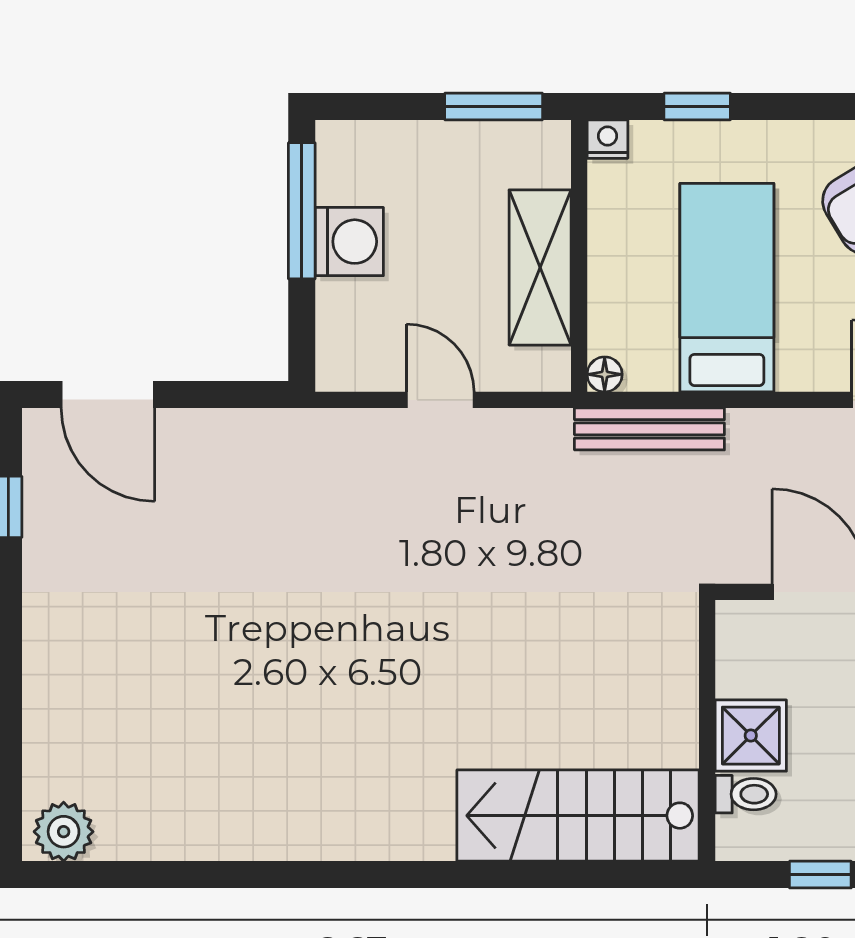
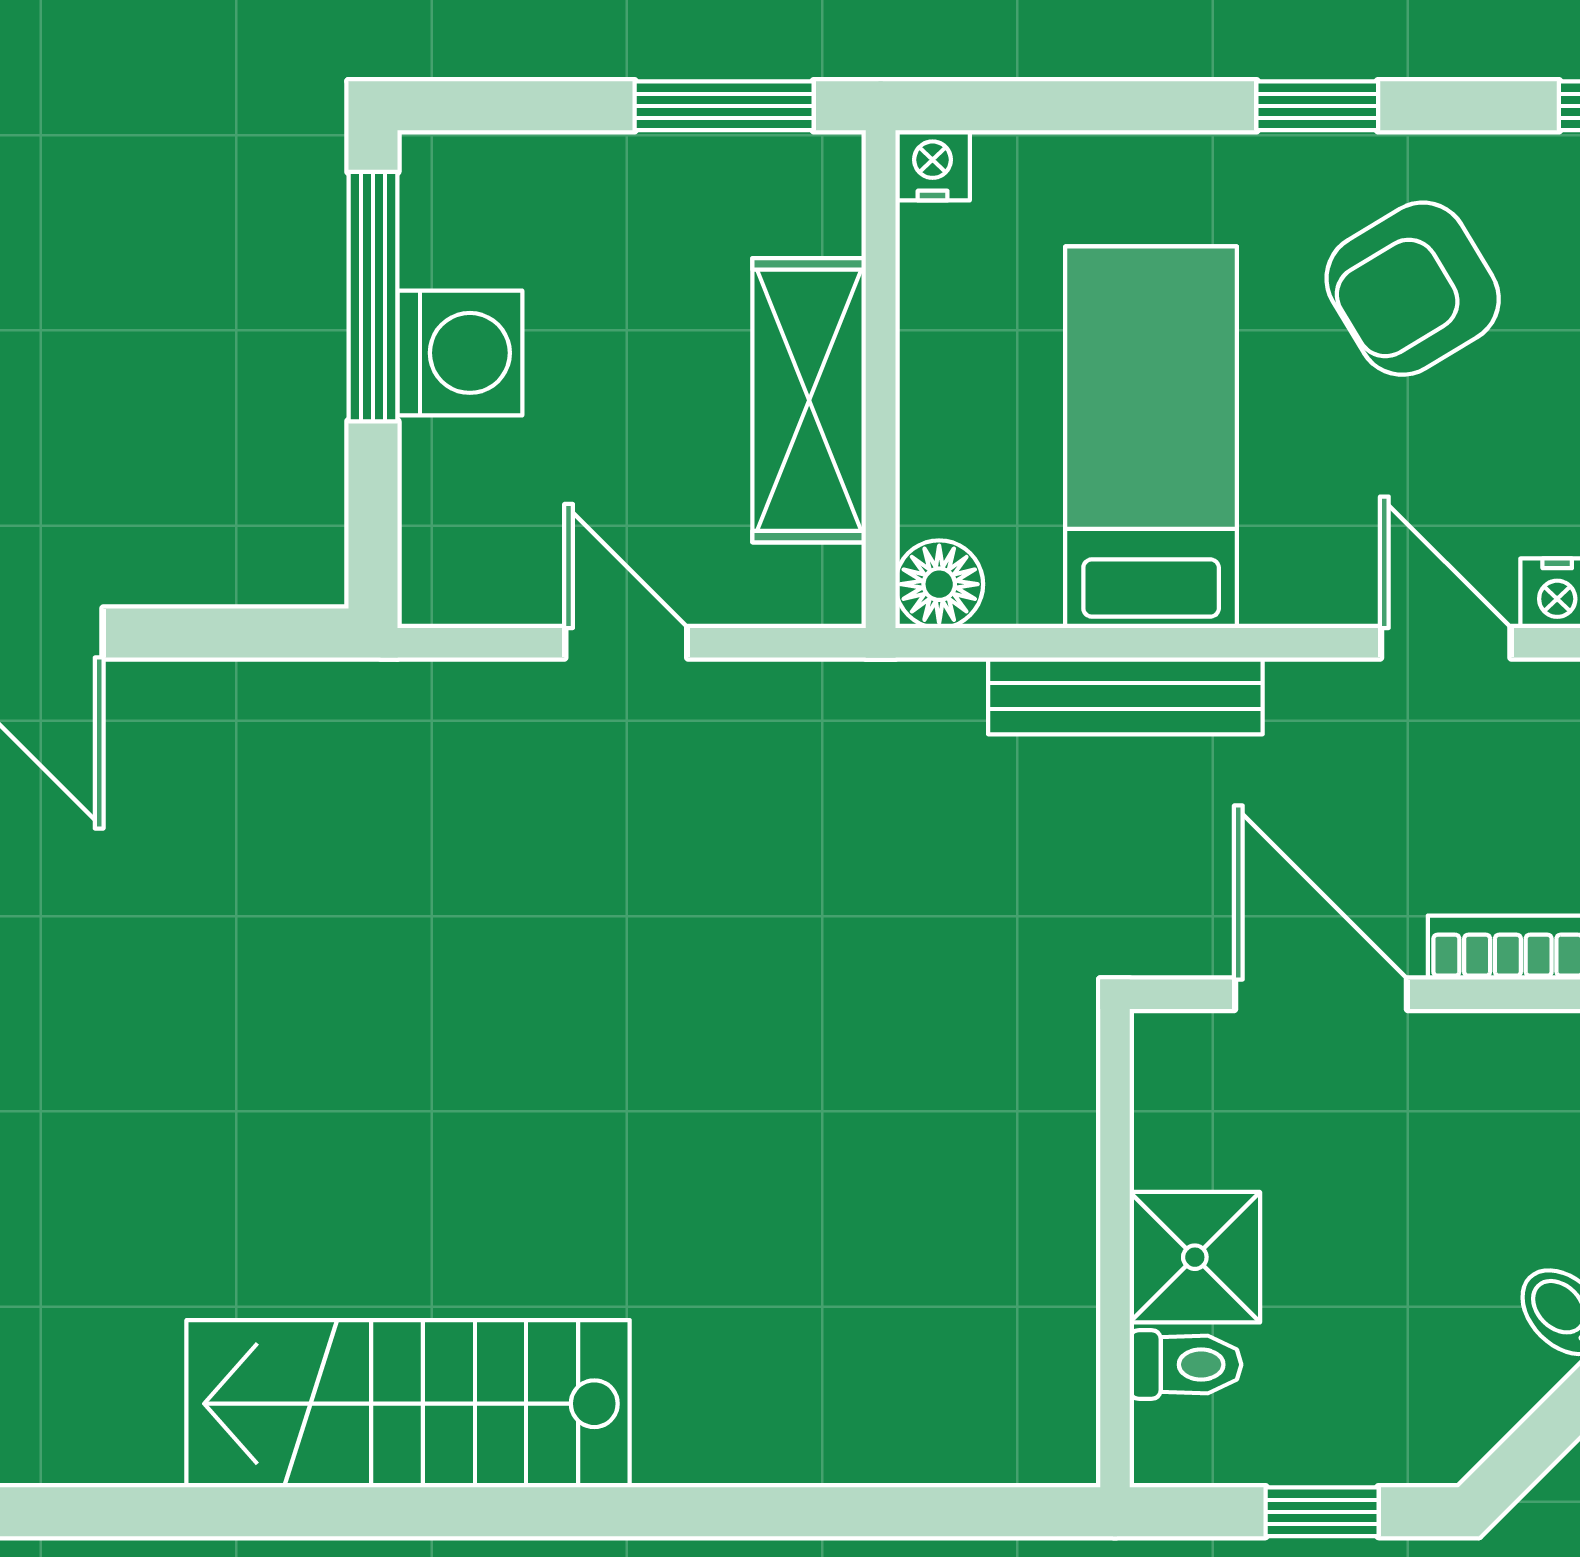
window: (697, 107) -> (1317, 106), moved
floor lamp: (605, 374) -> (939, 584), width x1.37, depth x1.37
bench: (649, 429) -> (1125, 696), moved
stairs: (578, 816) -> (408, 1404), moved

